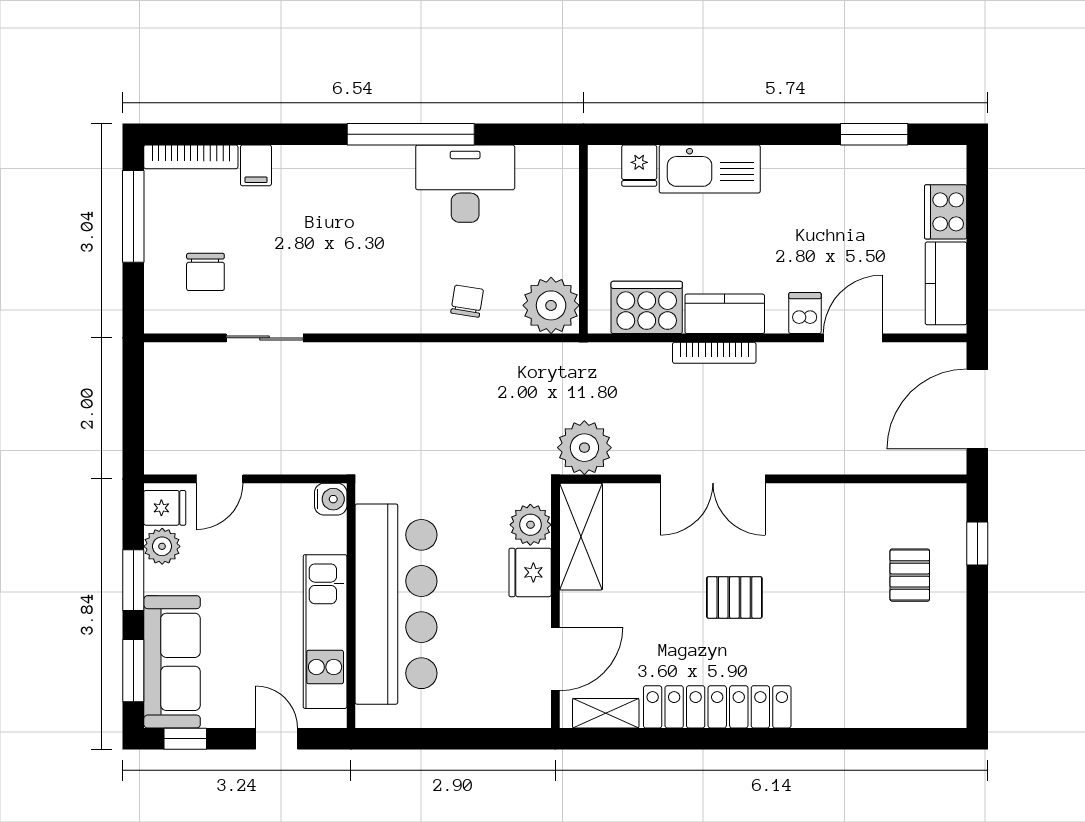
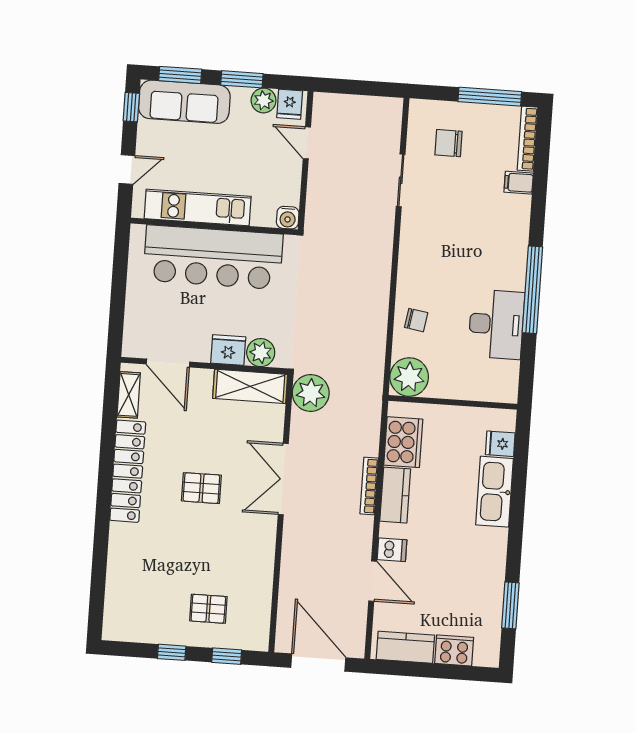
pallet: (734, 597) -> (201, 488), turned 90
window: (977, 624) -> (172, 652), added

